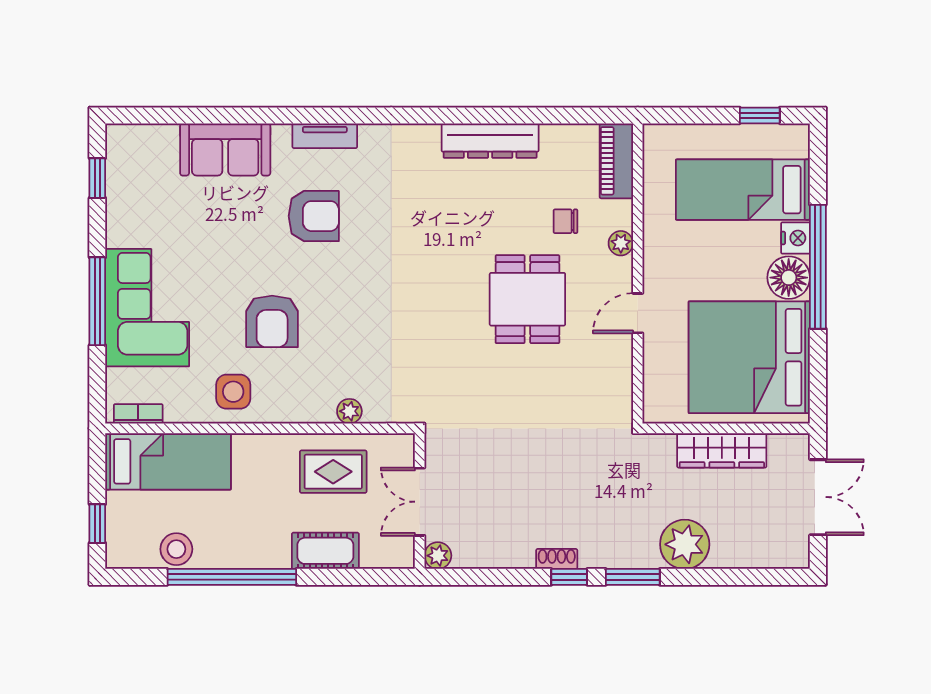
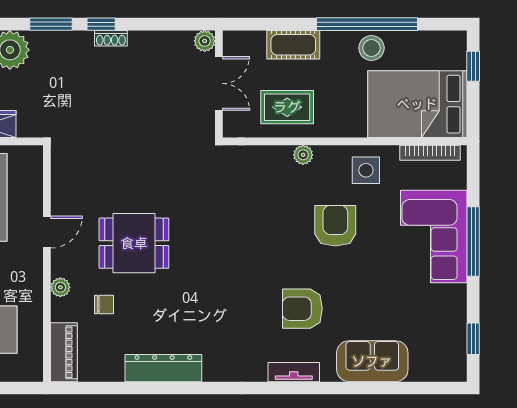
dining table: (527, 299) -> (134, 243), turned 90
plant: (349, 411) -> (303, 155), moved
bookcase: (138, 414) -> (430, 153), width x1.56
bed: (168, 461) -> (417, 104), width x1.50
stool: (176, 549) -> (371, 48), moved

